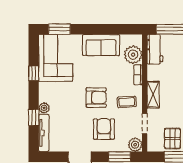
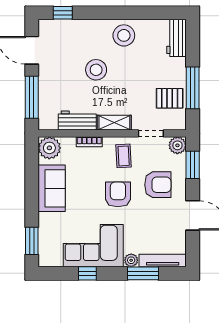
workbench: (155, 49) -> (77, 120), moved
plant: (133, 55) -> (49, 148), moved
corner sofa: (56, 58) -> (93, 246), moved
window: (34, 117) -> (143, 273), width x1.50
armchair: (104, 129) -> (158, 185), turned 180

